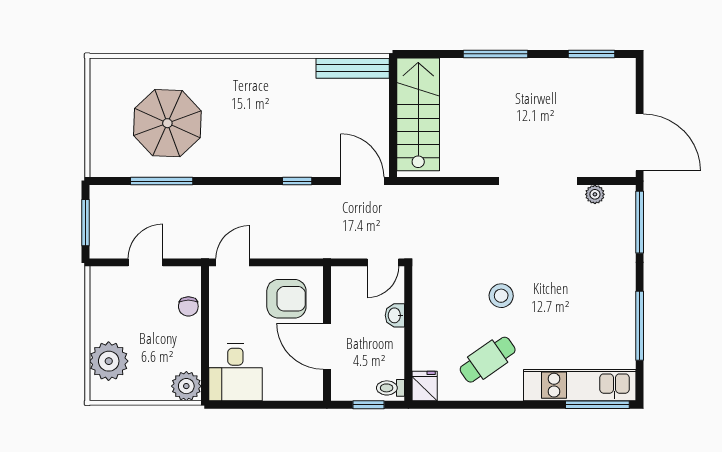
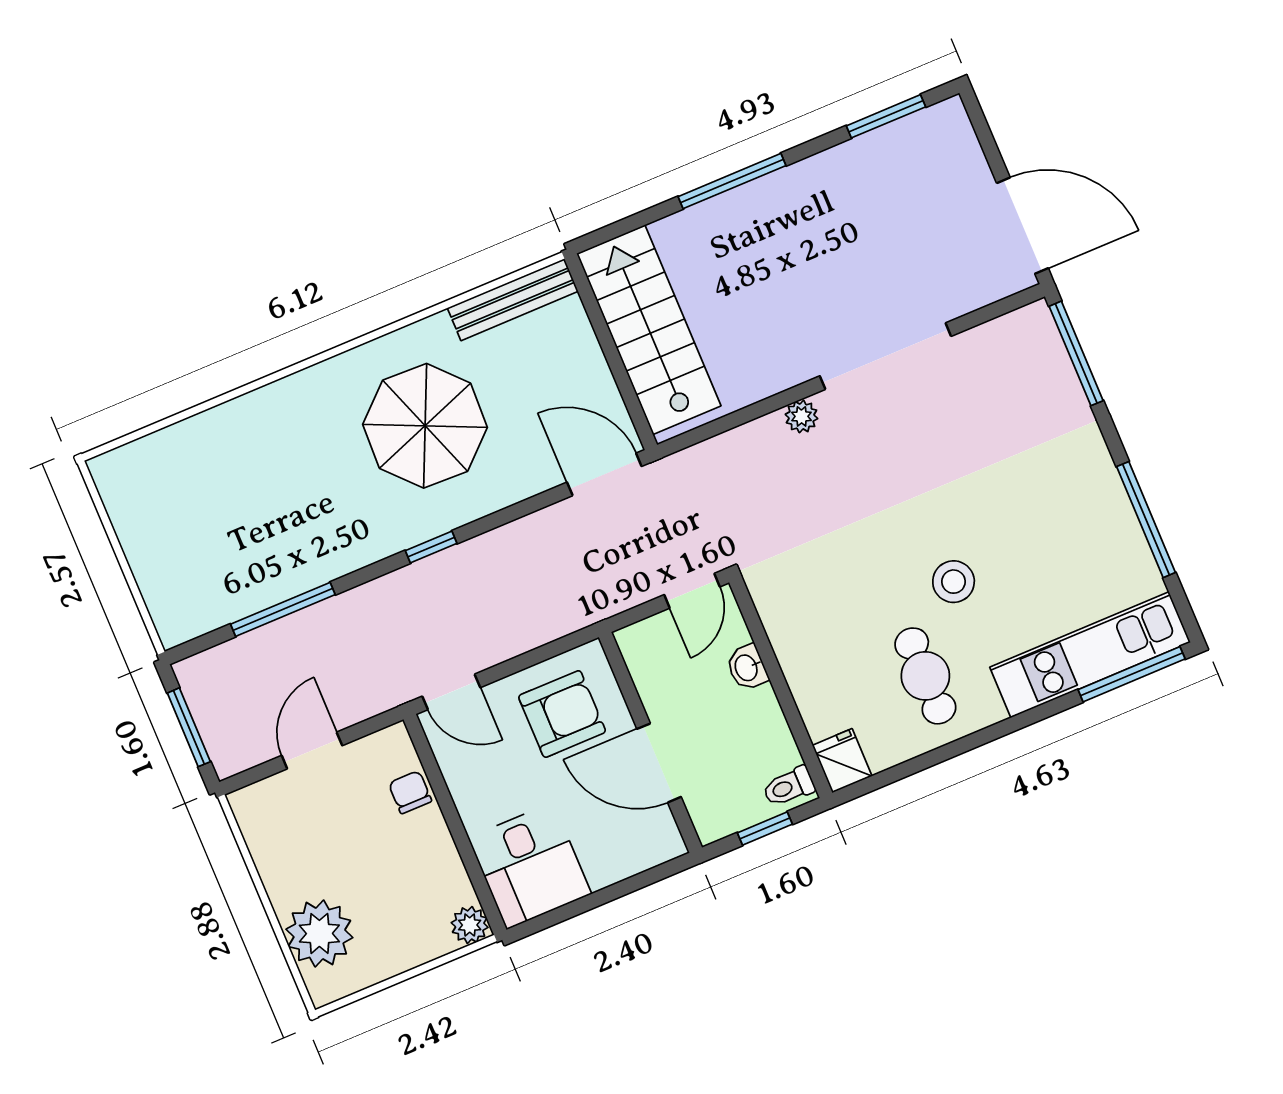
parasol: (167, 123) -> (425, 426), moved
window: (297, 181) -> (431, 547), moved
plant: (595, 194) -> (801, 416), moved
door: (233, 262) -> (451, 692), swing flipped
stool: (501, 296) -> (954, 582), moved
chair: (188, 306) -> (410, 792), turned 180
cafe table: (488, 360) -> (925, 676), turned -55
plant: (186, 386) -> (470, 925), width x0.73, depth x0.73

